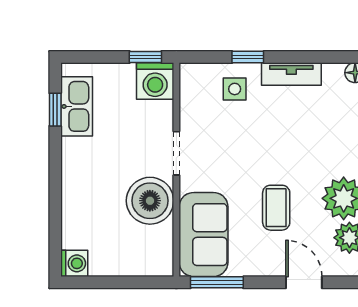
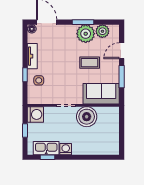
window: (145, 57) -> (25, 130), moved
washing machine: (74, 263) -> (66, 149), moved
window: (217, 282) -> (122, 77), moved

